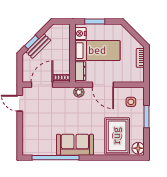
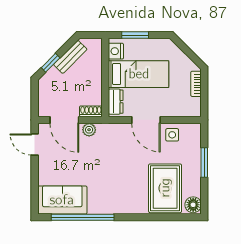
bench: (38, 46) -> (70, 57), moved
door: (42, 85) -> (64, 120), swing flipped
plant: (79, 92) -> (89, 130), moved
side table: (131, 102) -> (172, 135), moved
sofa: (75, 145) -> (62, 200), moved

